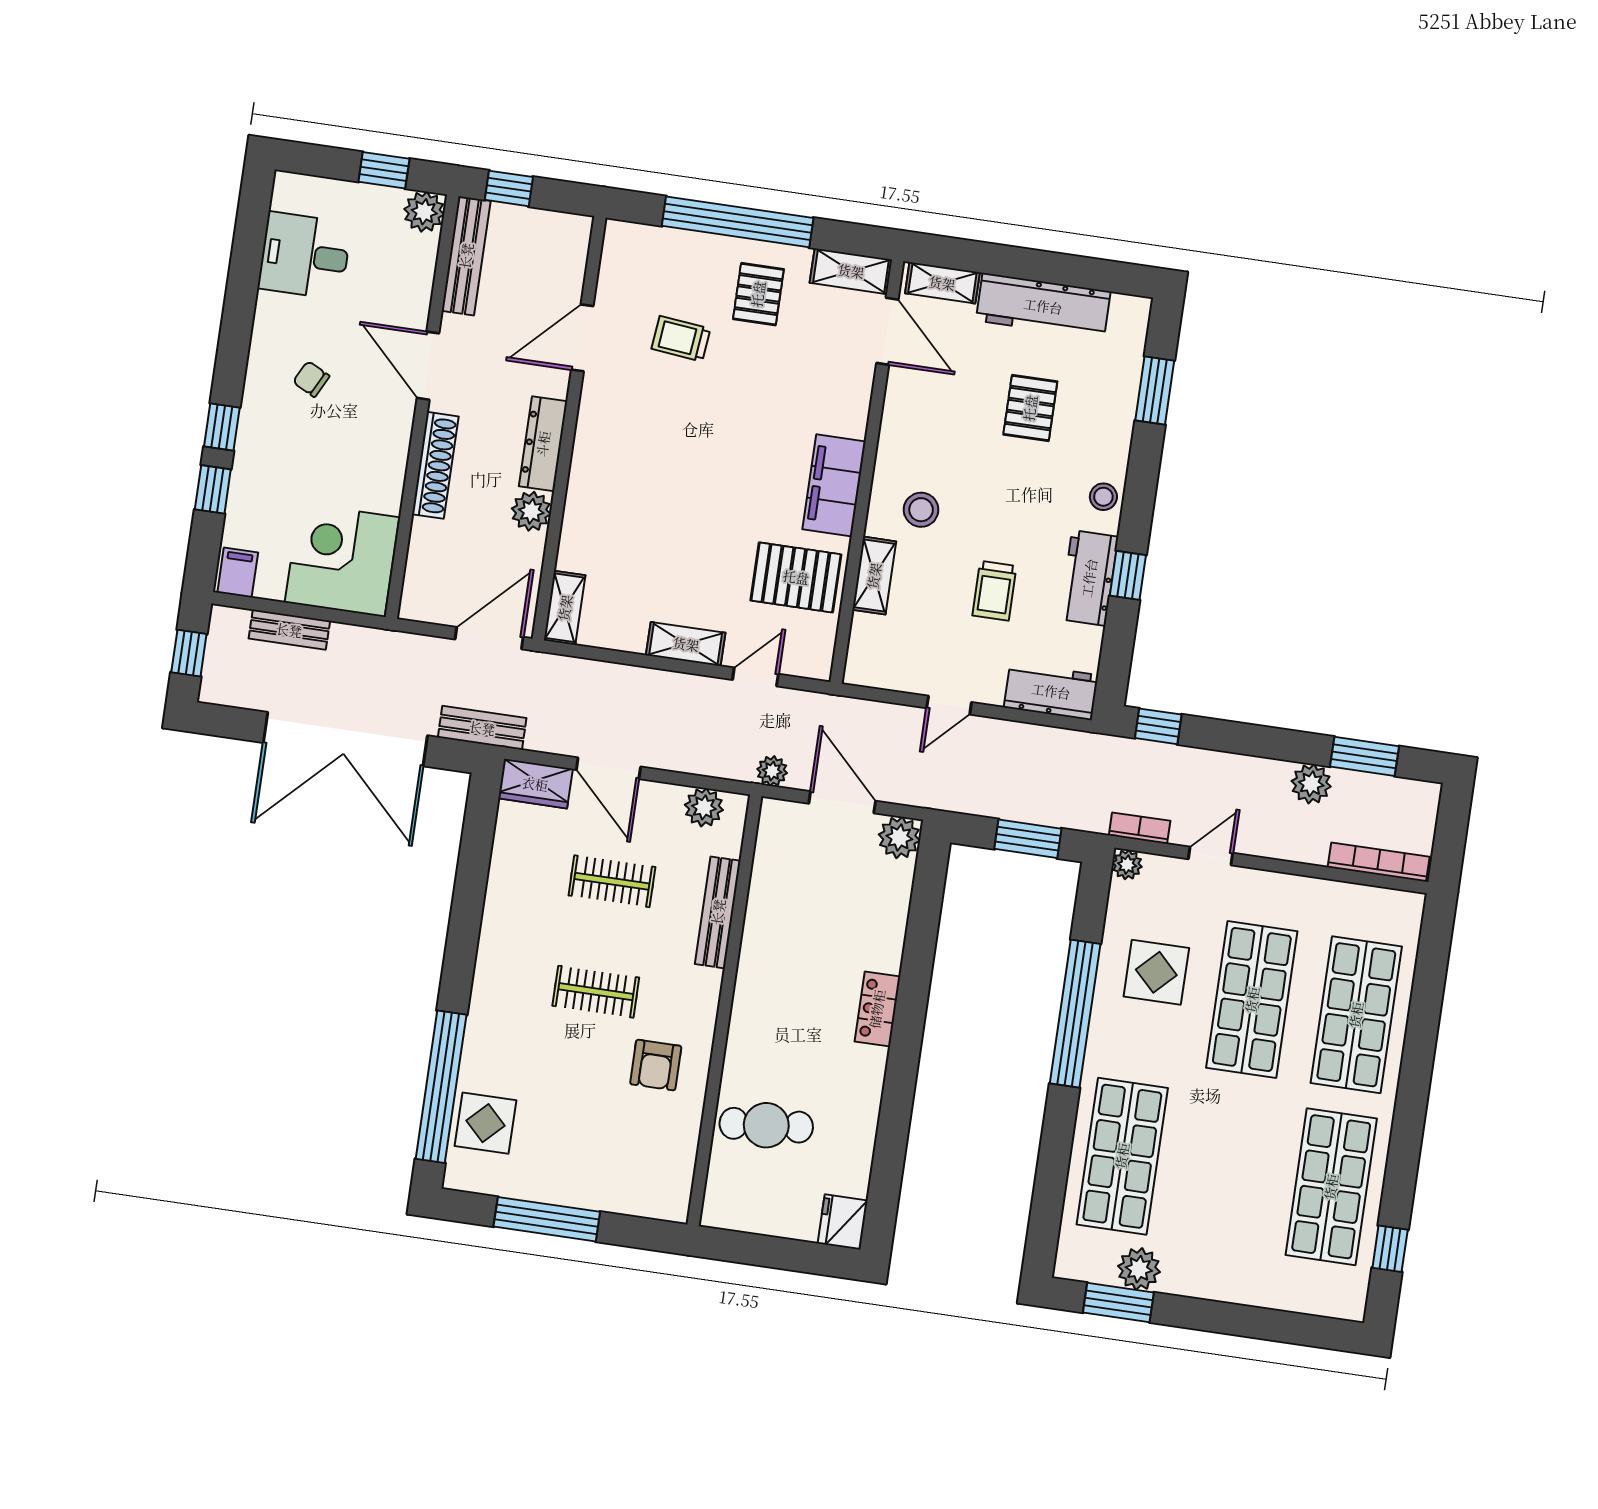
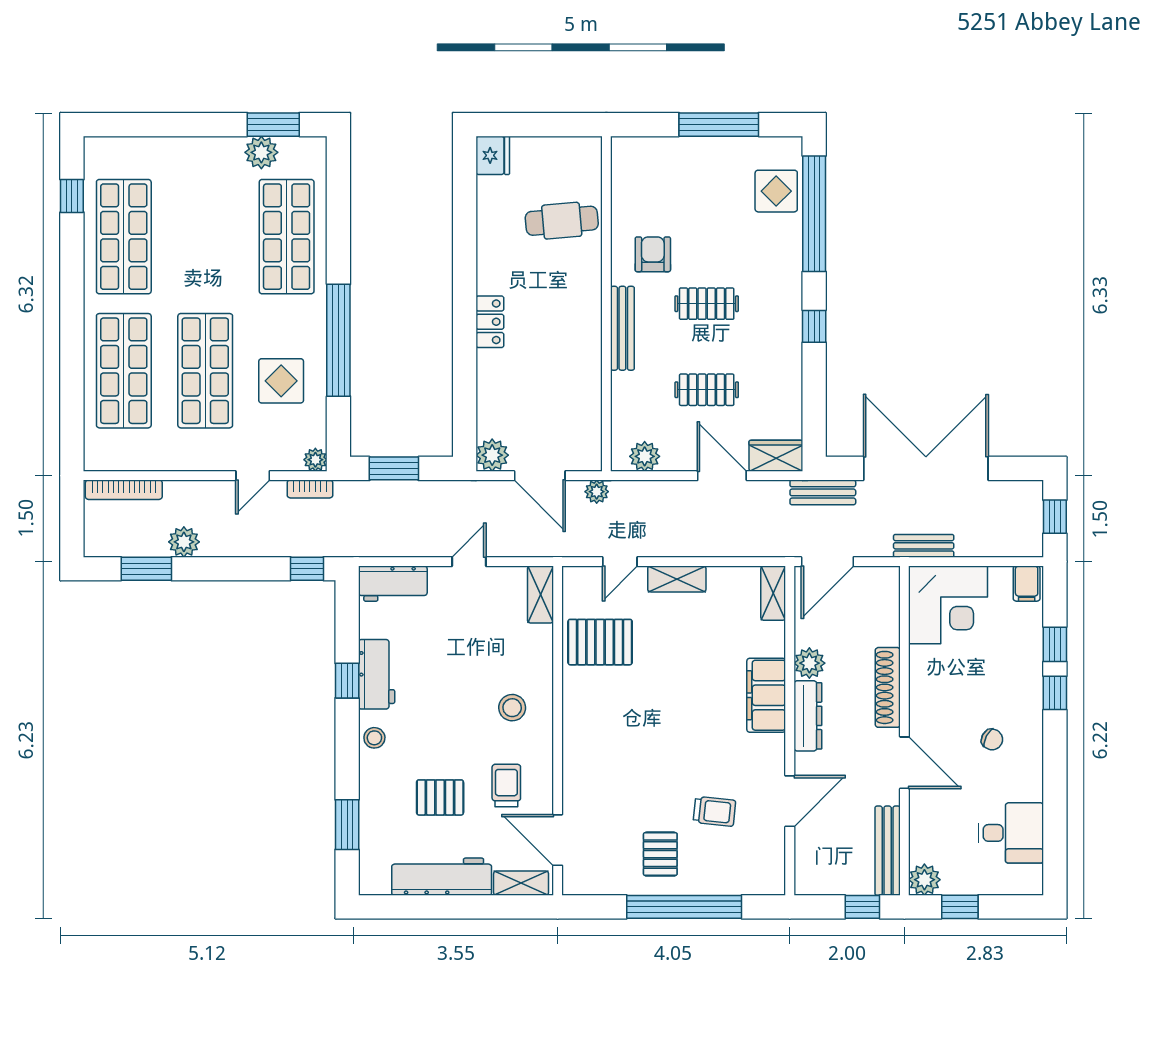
shelving: (851, 271) -> (592, 882), removed
pallet: (1030, 408) -> (440, 797), turned 90
filing cabinet: (834, 485) -> (766, 695), moved, turned 180
shelving: (874, 576) -> (541, 594), moved
trolley: (994, 591) -> (506, 786), moved
bench: (289, 630) -> (924, 546), moved
bench: (718, 912) -> (622, 328), moved
window: (462, 943) -> (814, 326), added

